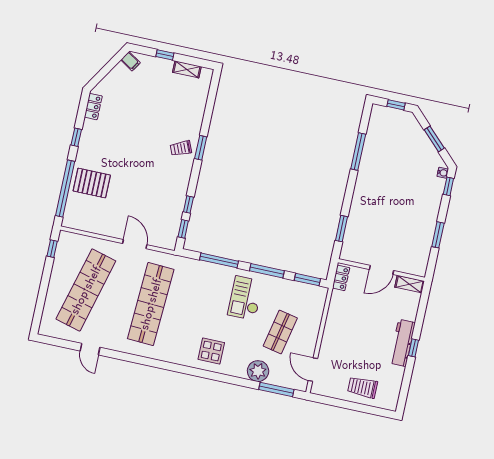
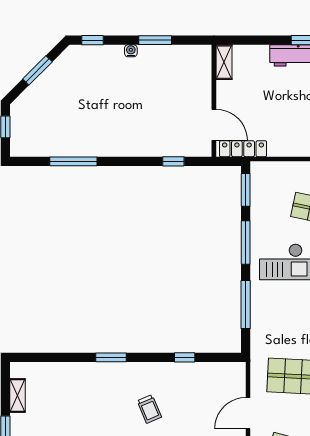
trolley: (181, 148) -> (149, 409), moved
water cooler: (443, 173) -> (131, 51), moved
window: (183, 229) -> (216, 357), removed
window: (341, 229) -> (173, 161), width x0.67
door: (382, 270) -> (214, 125), moved
locker: (341, 278) -> (243, 149), width x1.53

